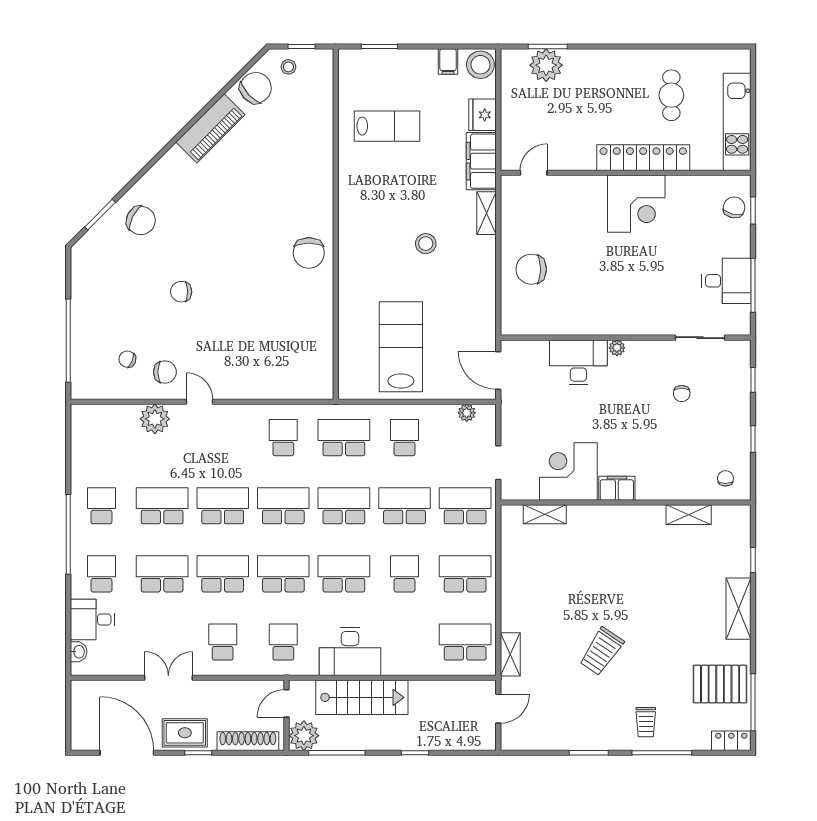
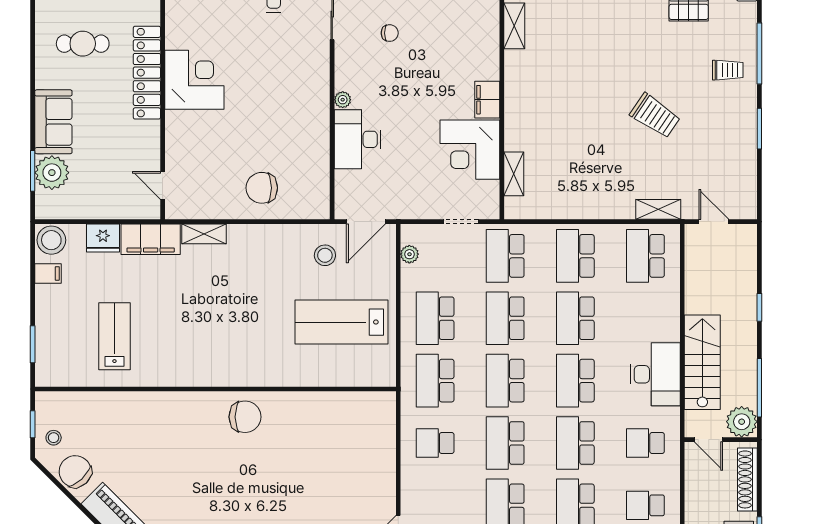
sofa: (595, 67) -> (53, 122), added
stool: (426, 244) -> (325, 255), moved
chair: (531, 269) -> (262, 188), turned 90
school desk: (405, 438) -> (435, 318), width x1.85
school desk: (405, 574) -> (575, 318), width x1.85

